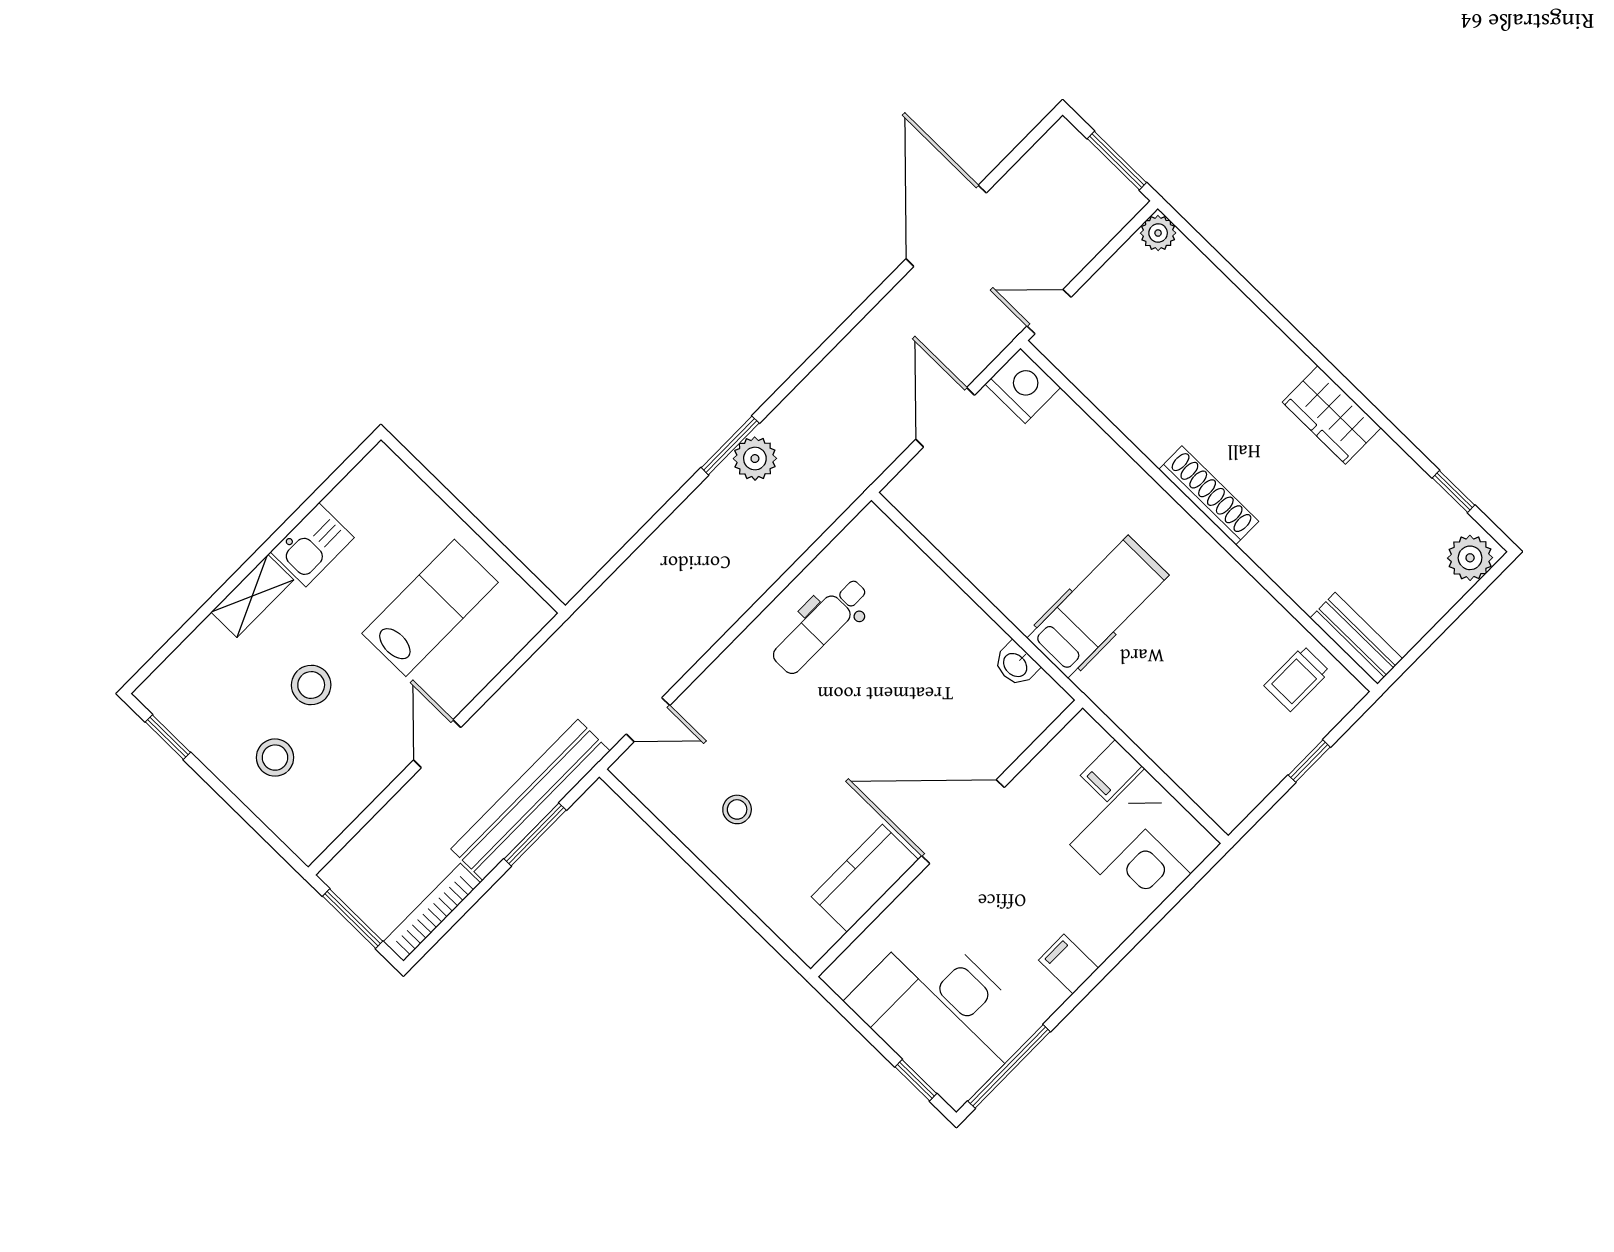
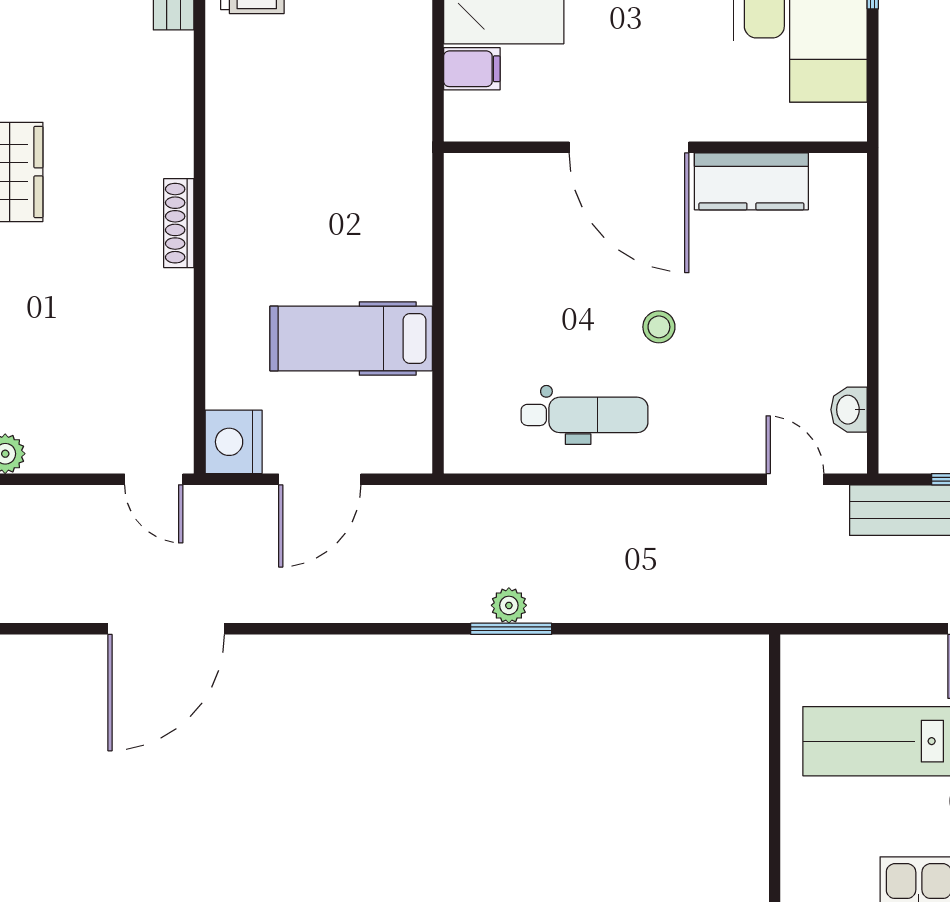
plant: (755, 459) -> (509, 605), width x0.73, depth x0.73
shoe rack: (1209, 495) -> (179, 223), width x0.74, depth x0.81
hospital bed: (1098, 607) -> (351, 338), moved
washbasin: (1016, 664) -> (849, 410), moved, turned 180
stool: (737, 809) -> (659, 327), moved

